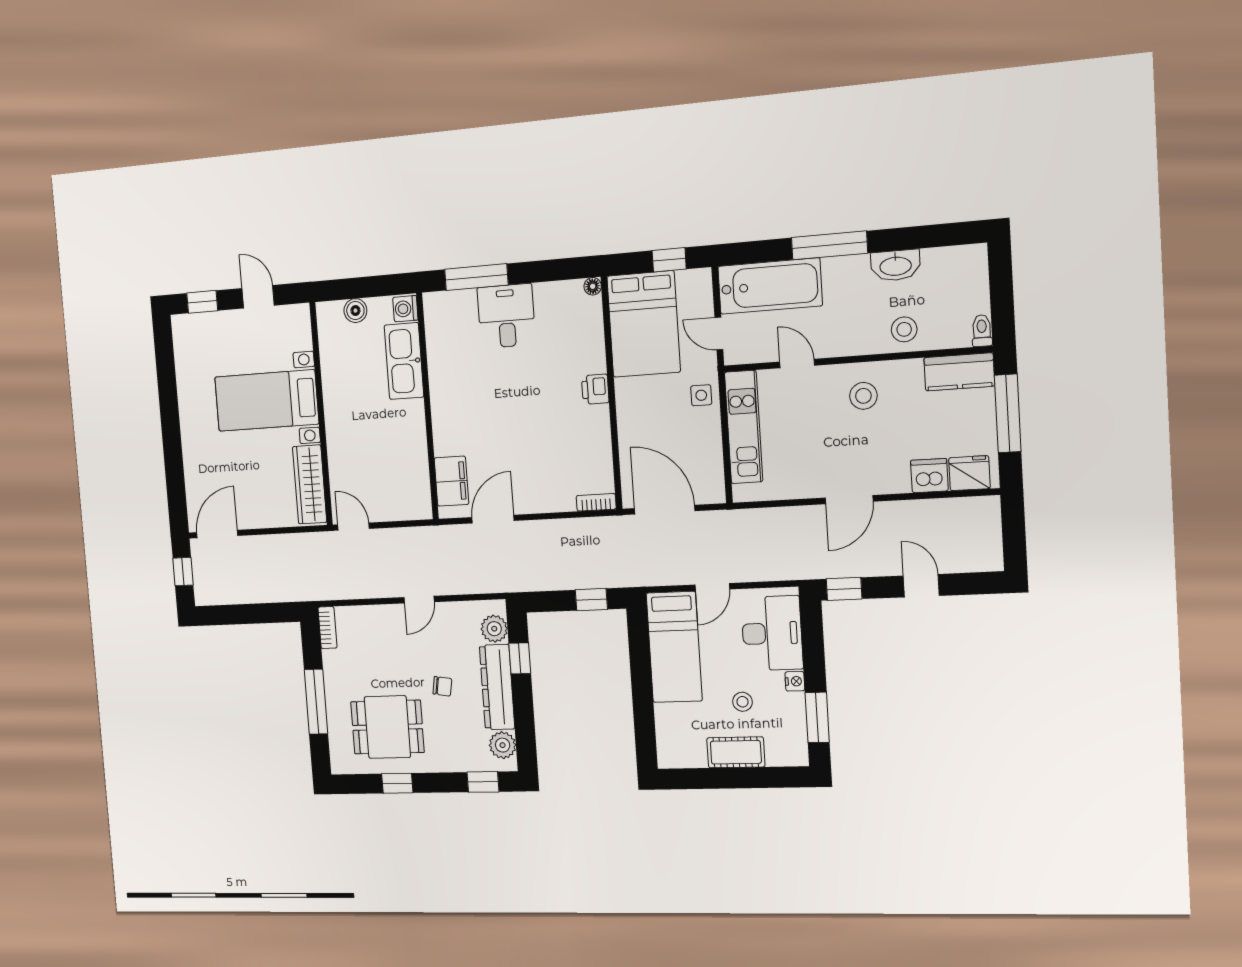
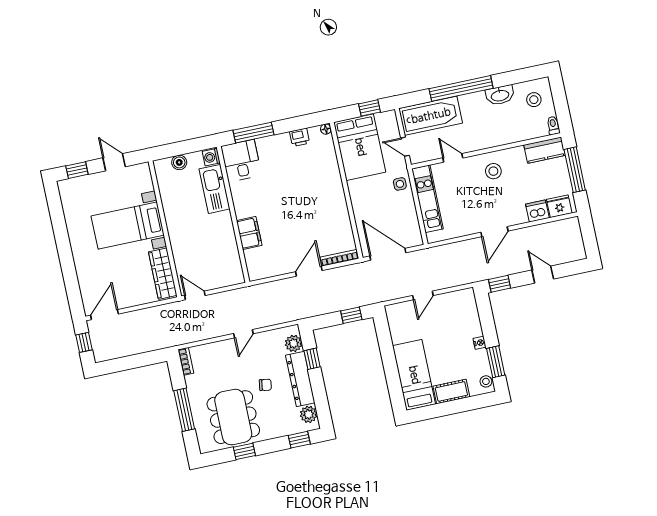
window: (829, 245) -> (461, 88), width x1.46
desk: (506, 316) -> (241, 161), moved
stool: (904, 329) -> (534, 100), moved
printer: (595, 389) -> (300, 137), moved, turned -90
filing cabinet: (451, 481) -> (249, 233), moved
bookcase: (596, 502) -> (339, 258), width x1.56
door: (493, 519) -> (309, 271), moved
desk: (772, 633) -> (462, 317), removed
bed: (674, 647) -> (414, 375), moved, turned 180
stool: (743, 702) -> (486, 381), moved
dining table: (387, 727) -> (233, 417), width x1.38

